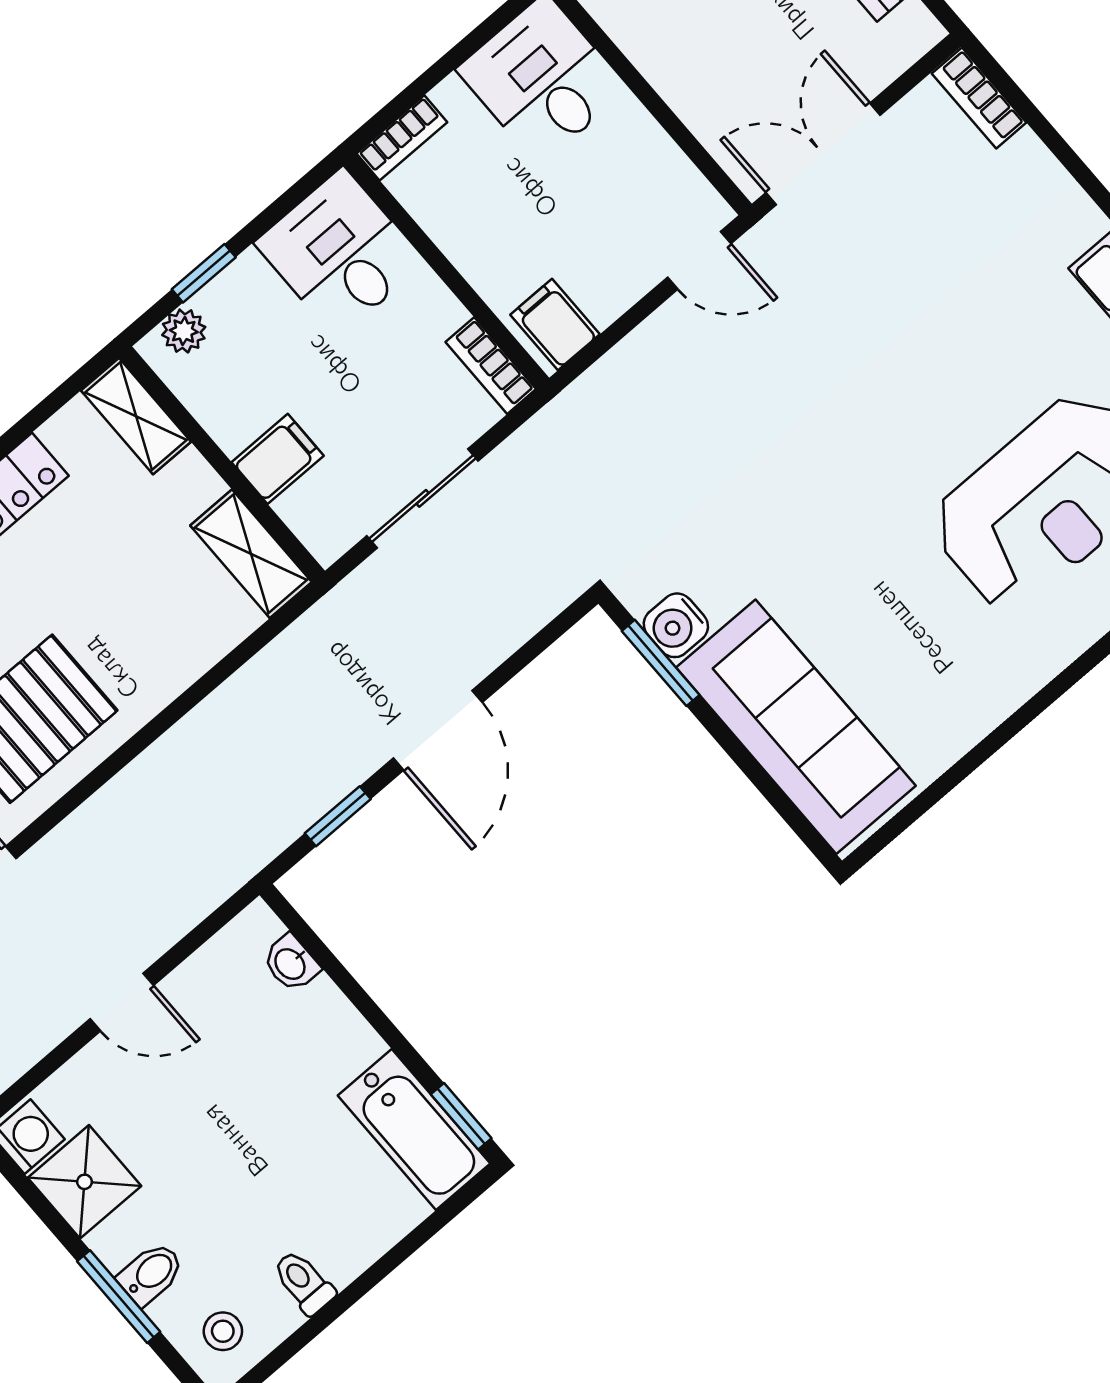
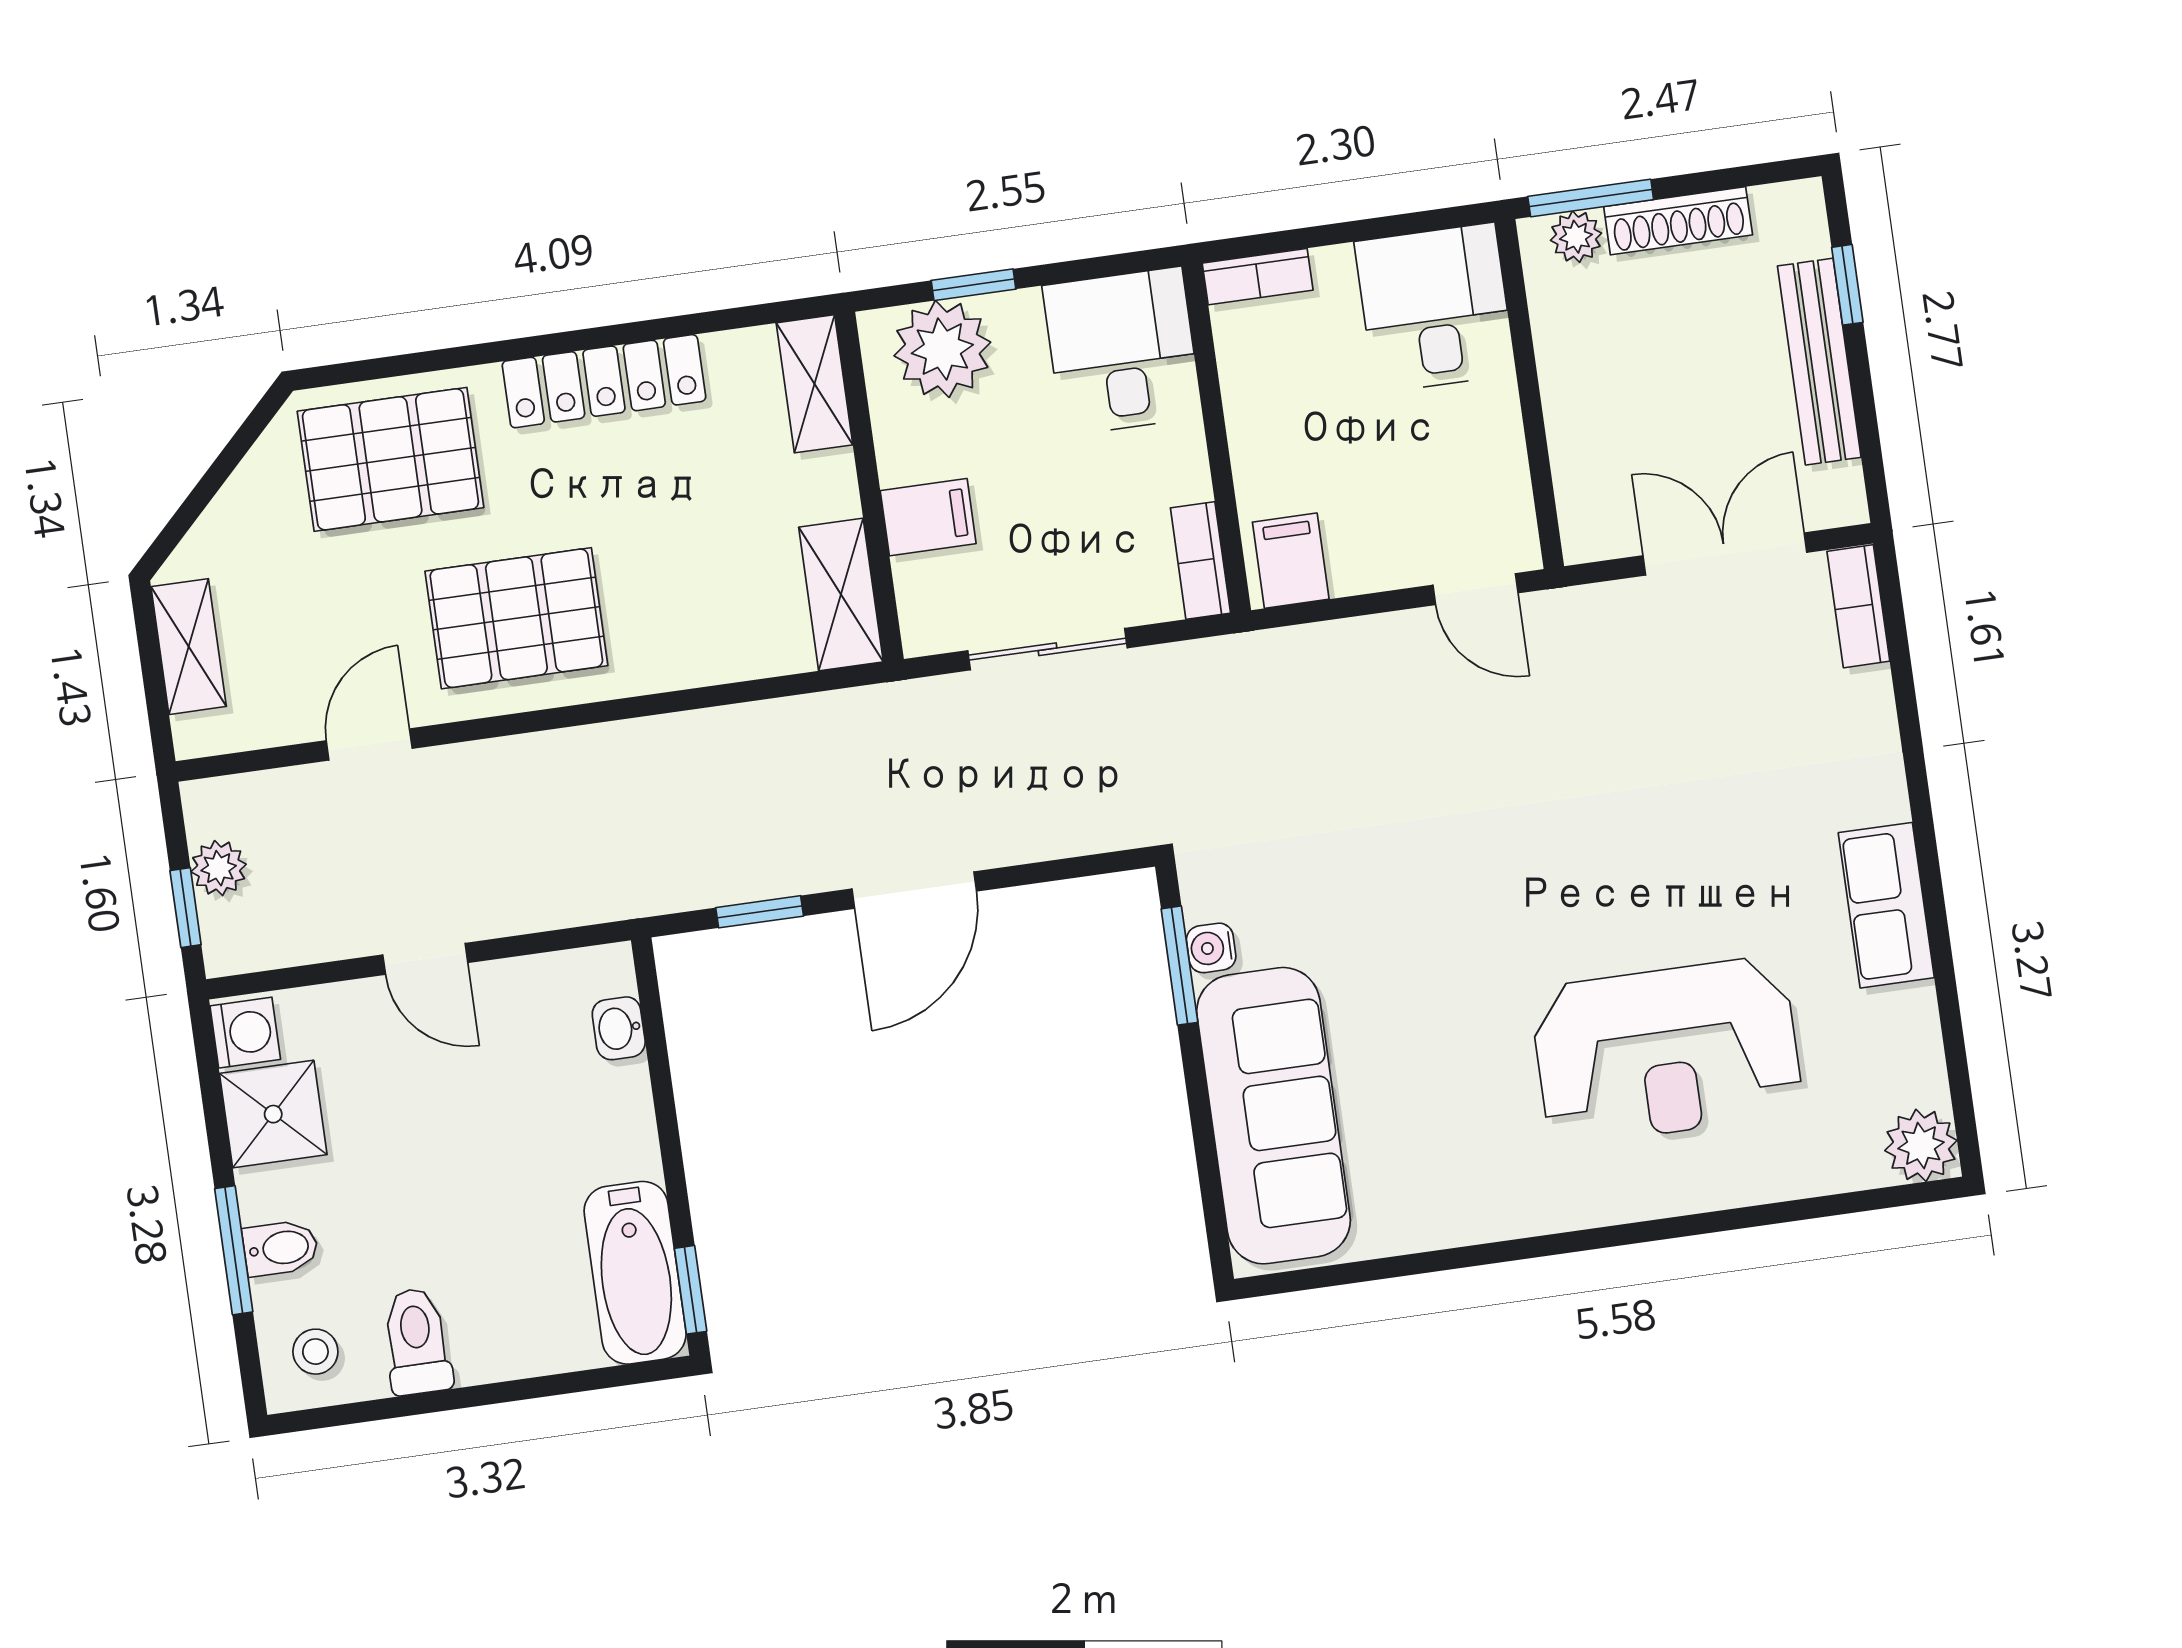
double door: (823, 154) -> (1725, 554), moved
plant: (184, 331) -> (942, 349), width x1.88, depth x1.88
water cooler: (676, 625) -> (1211, 948), width x0.72, depth x0.72
toilet: (304, 1282) -> (417, 1341), width x1.37, depth x1.39

